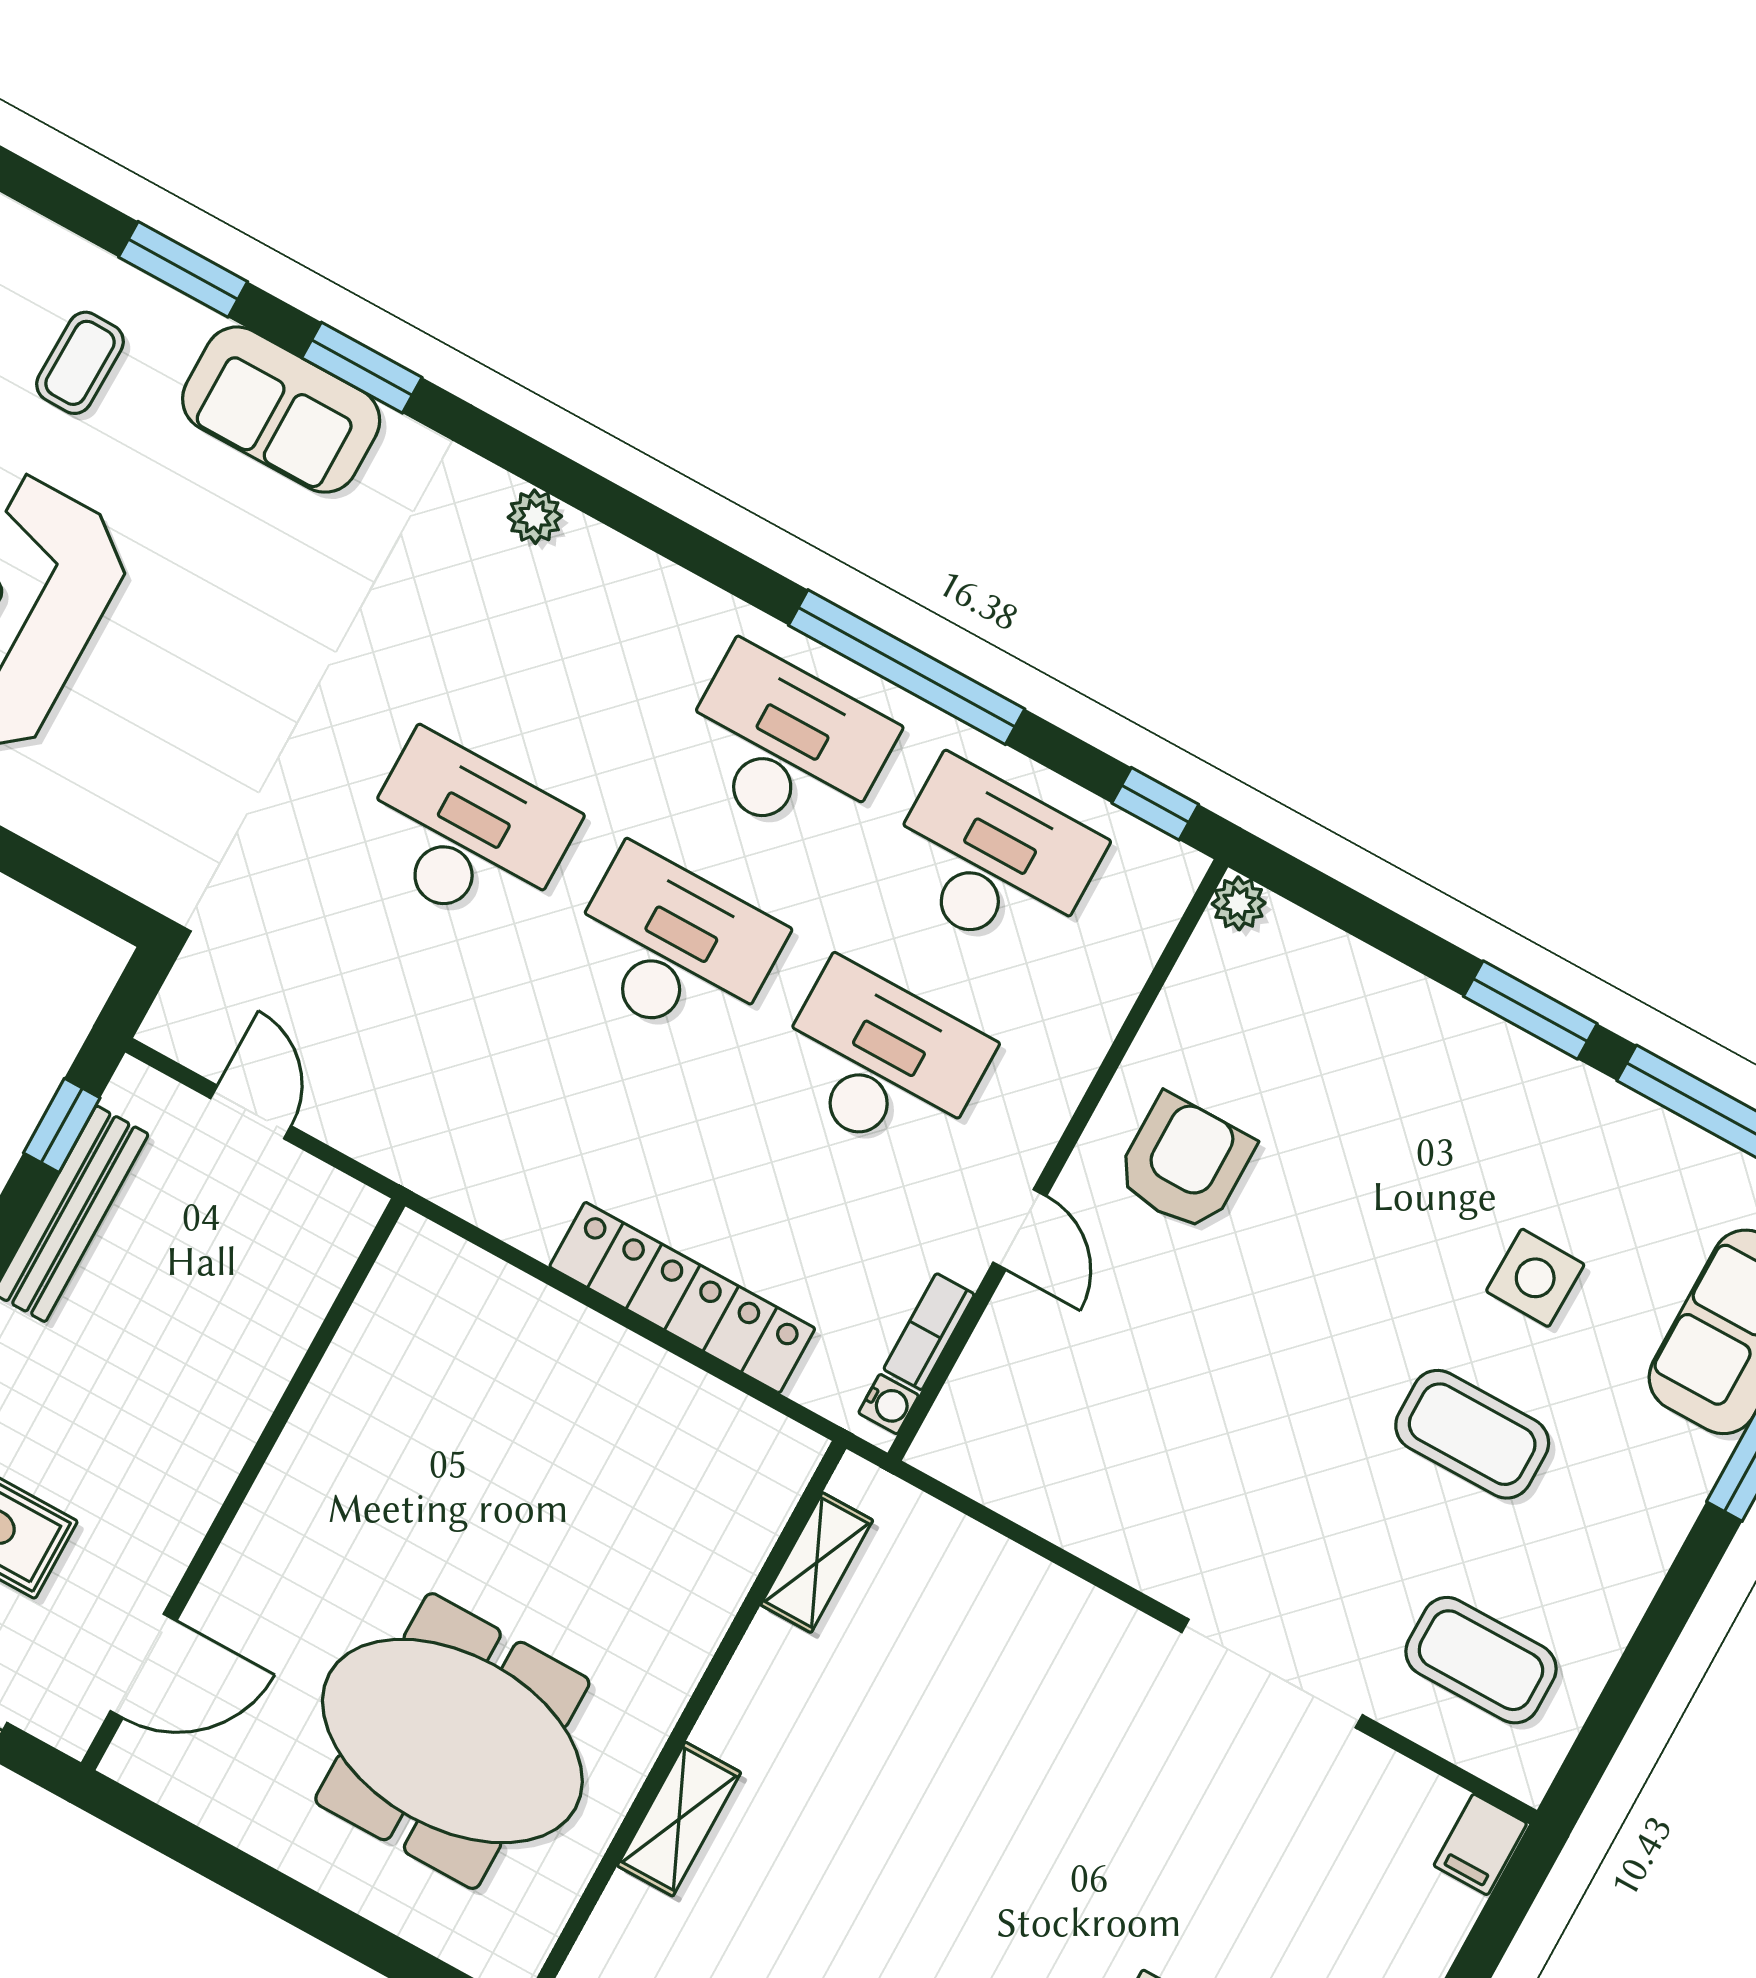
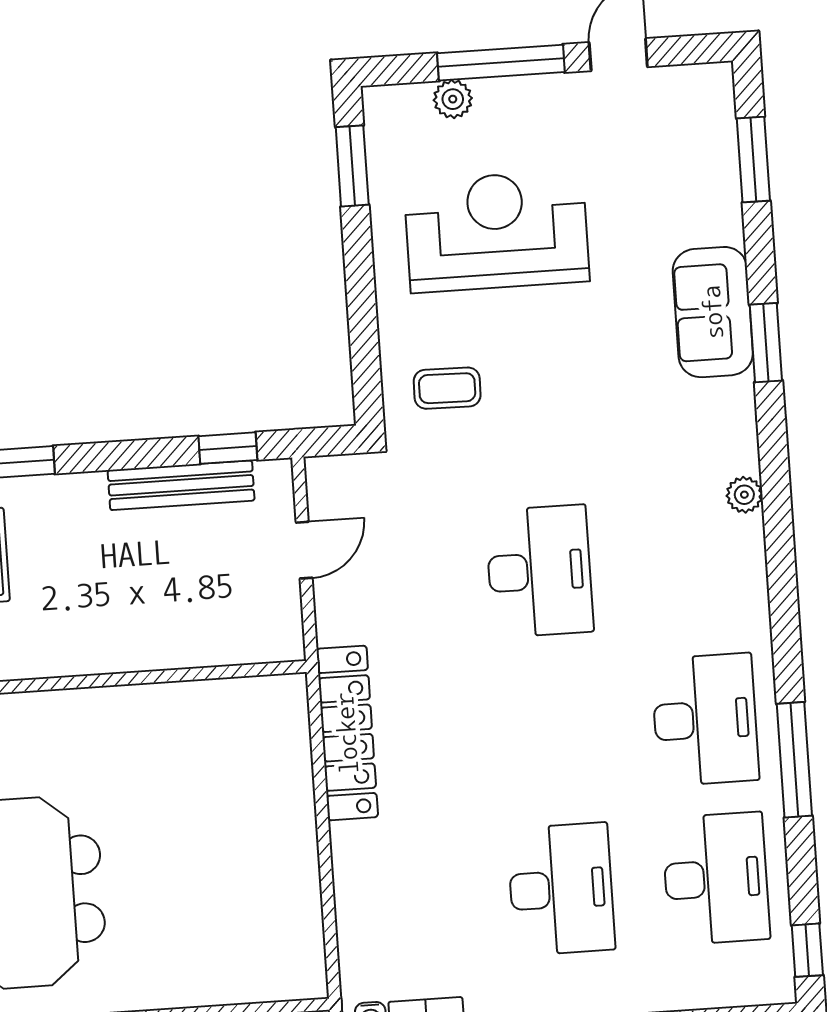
window: (183, 269) -> (753, 160), moved
coffee table: (80, 363) -> (447, 388), moved
window: (907, 667) -> (794, 760), width x0.68
desk: (673, 949) -> (550, 730), removed
locker: (682, 1298) -> (347, 733), moved

